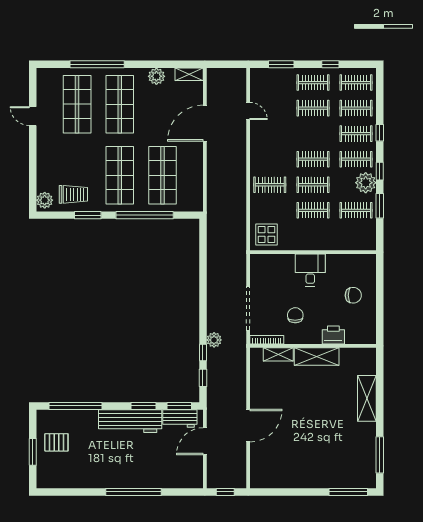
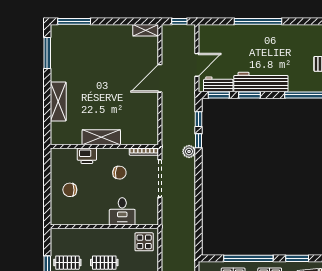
desk: (310, 270) -> (122, 211), moved
chair: (295, 315) -> (119, 173), turned -83
shelving: (278, 354) -> (146, 30), moved

